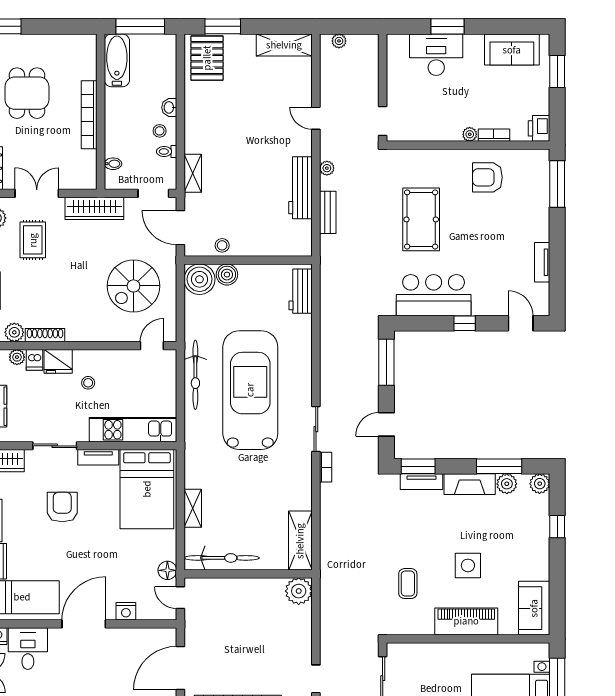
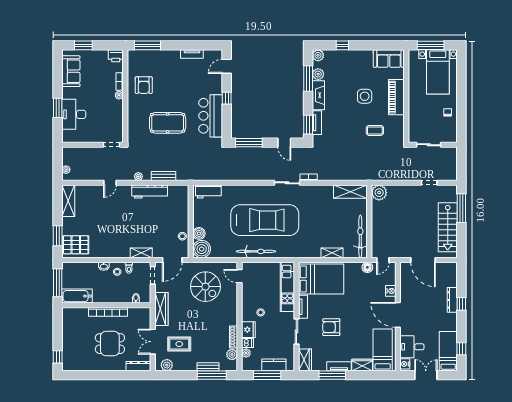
dining table: (27, 93) -> (110, 344), moved
car: (250, 390) -> (265, 220), turned 180

